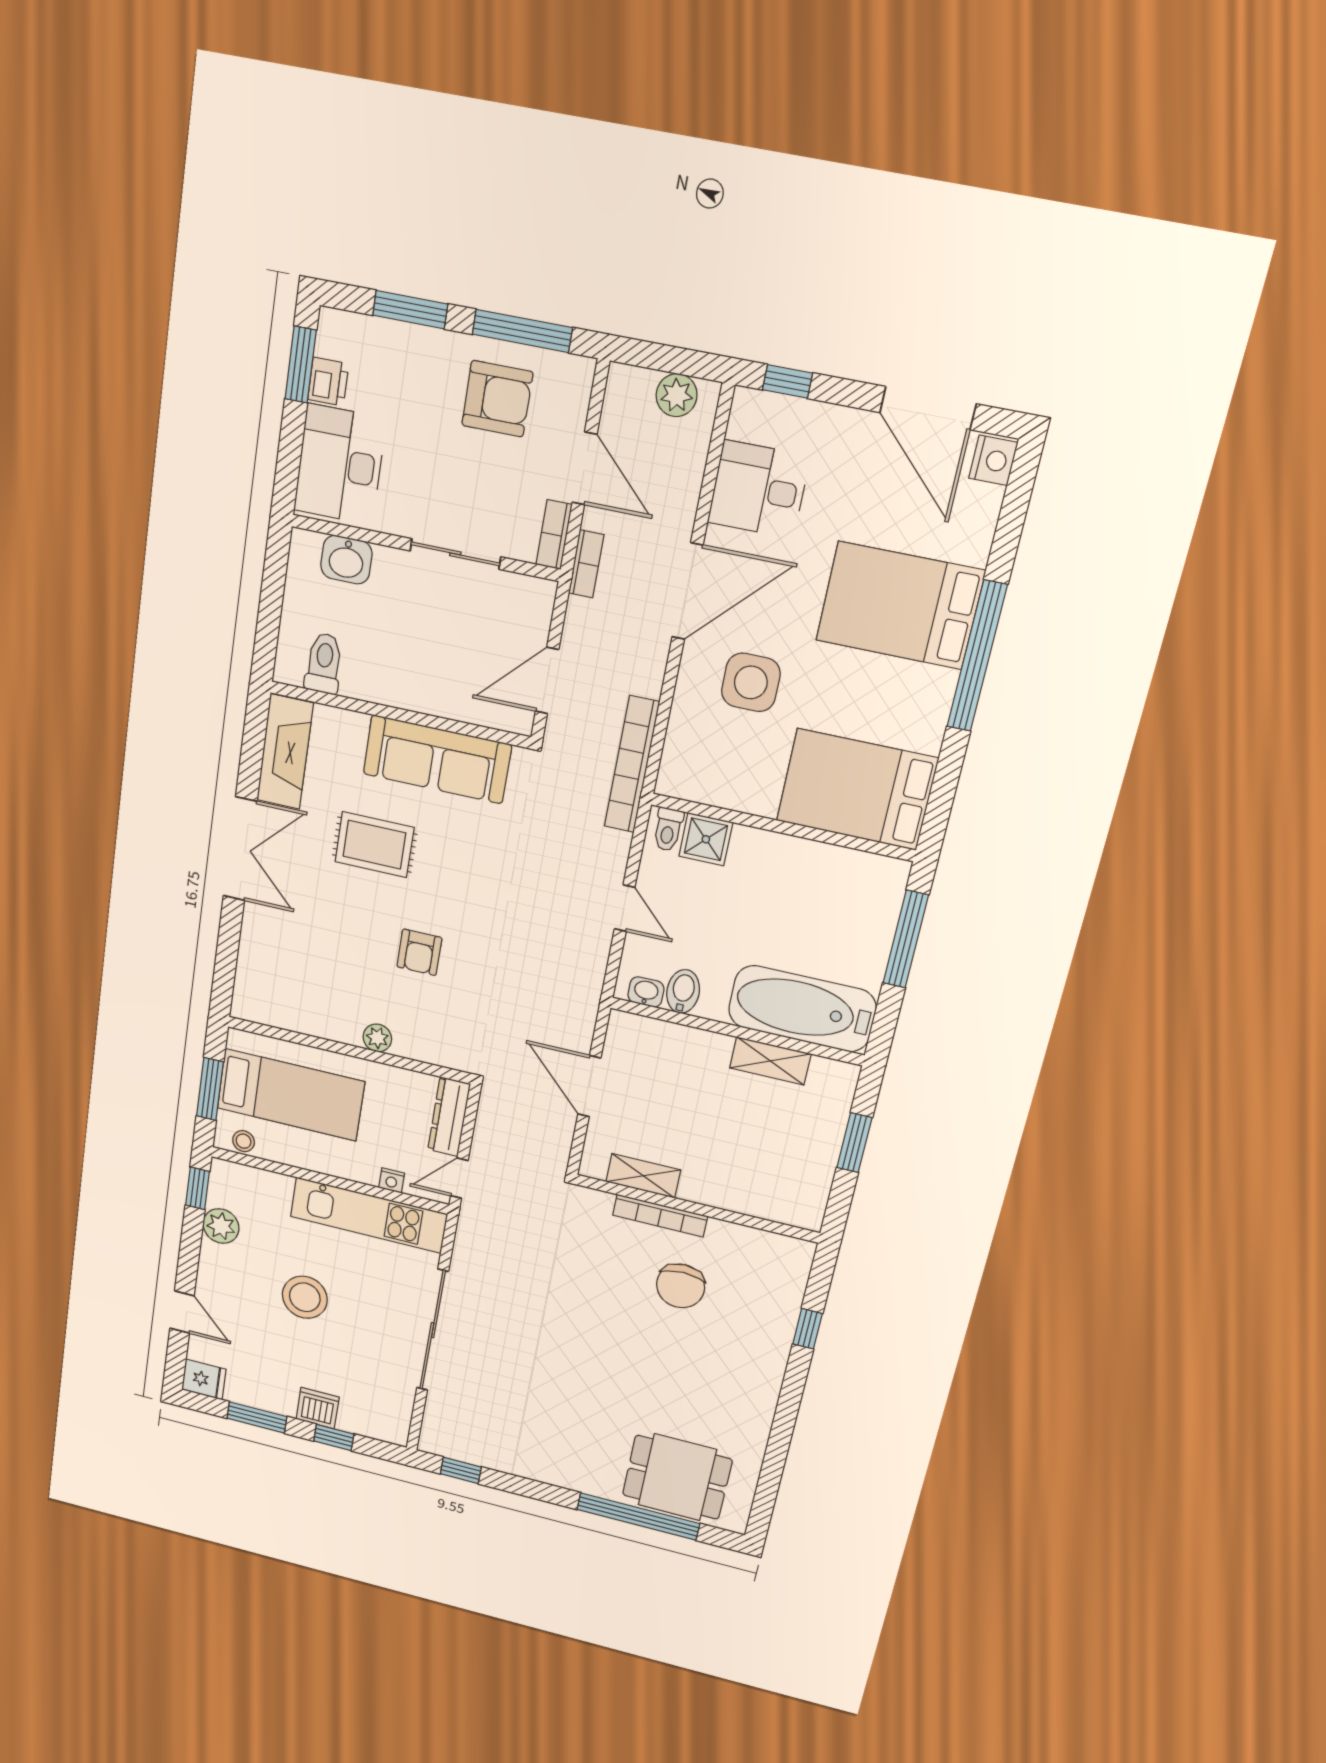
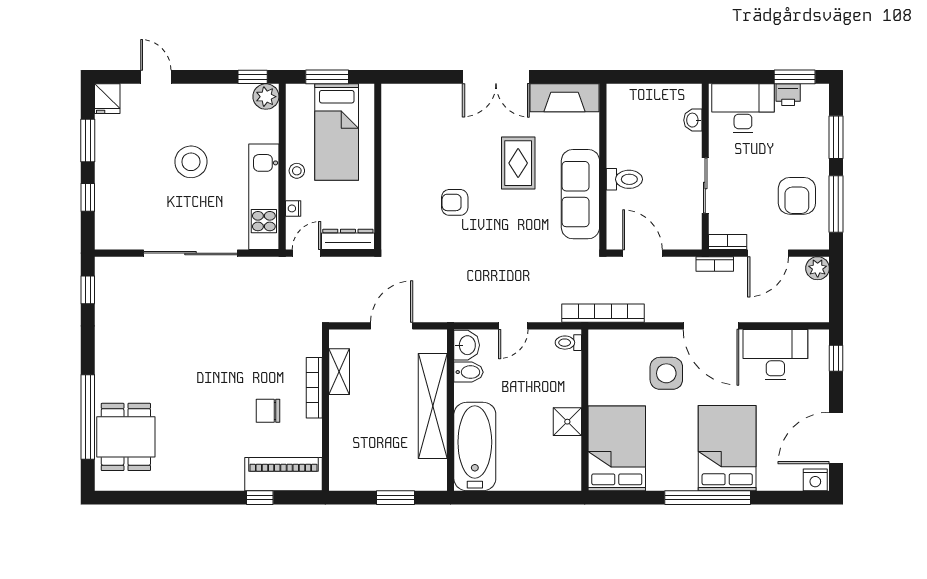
plant: (677, 395) -> (818, 268), moved
desk: (759, 489) -> (775, 355), width x1.37
washbasin: (346, 560) -> (693, 120), width x0.72, depth x0.69
toilet: (324, 663) -> (624, 179), moved
shower: (706, 839) -> (567, 422), moved
window: (906, 939) -> (533, 498), removed
washbasin: (646, 992) -> (467, 345), width x1.38, depth x1.45
plant: (377, 1038) -> (391, 184), removed
shelving: (770, 1061) -> (433, 406), width x2.20, depth x1.33
stool: (244, 1141) -> (297, 171), moved
door: (459, 1178) -> (306, 253), hinge flipped
plant: (221, 1226) -> (266, 97), moved
chair: (681, 1286) -> (268, 411), width x0.73, depth x0.73
piano: (780, 1289) -> (283, 474), added
door: (182, 1312) -> (156, 77), swing flipped
dishwasher: (318, 1408) -> (108, 183), removed

